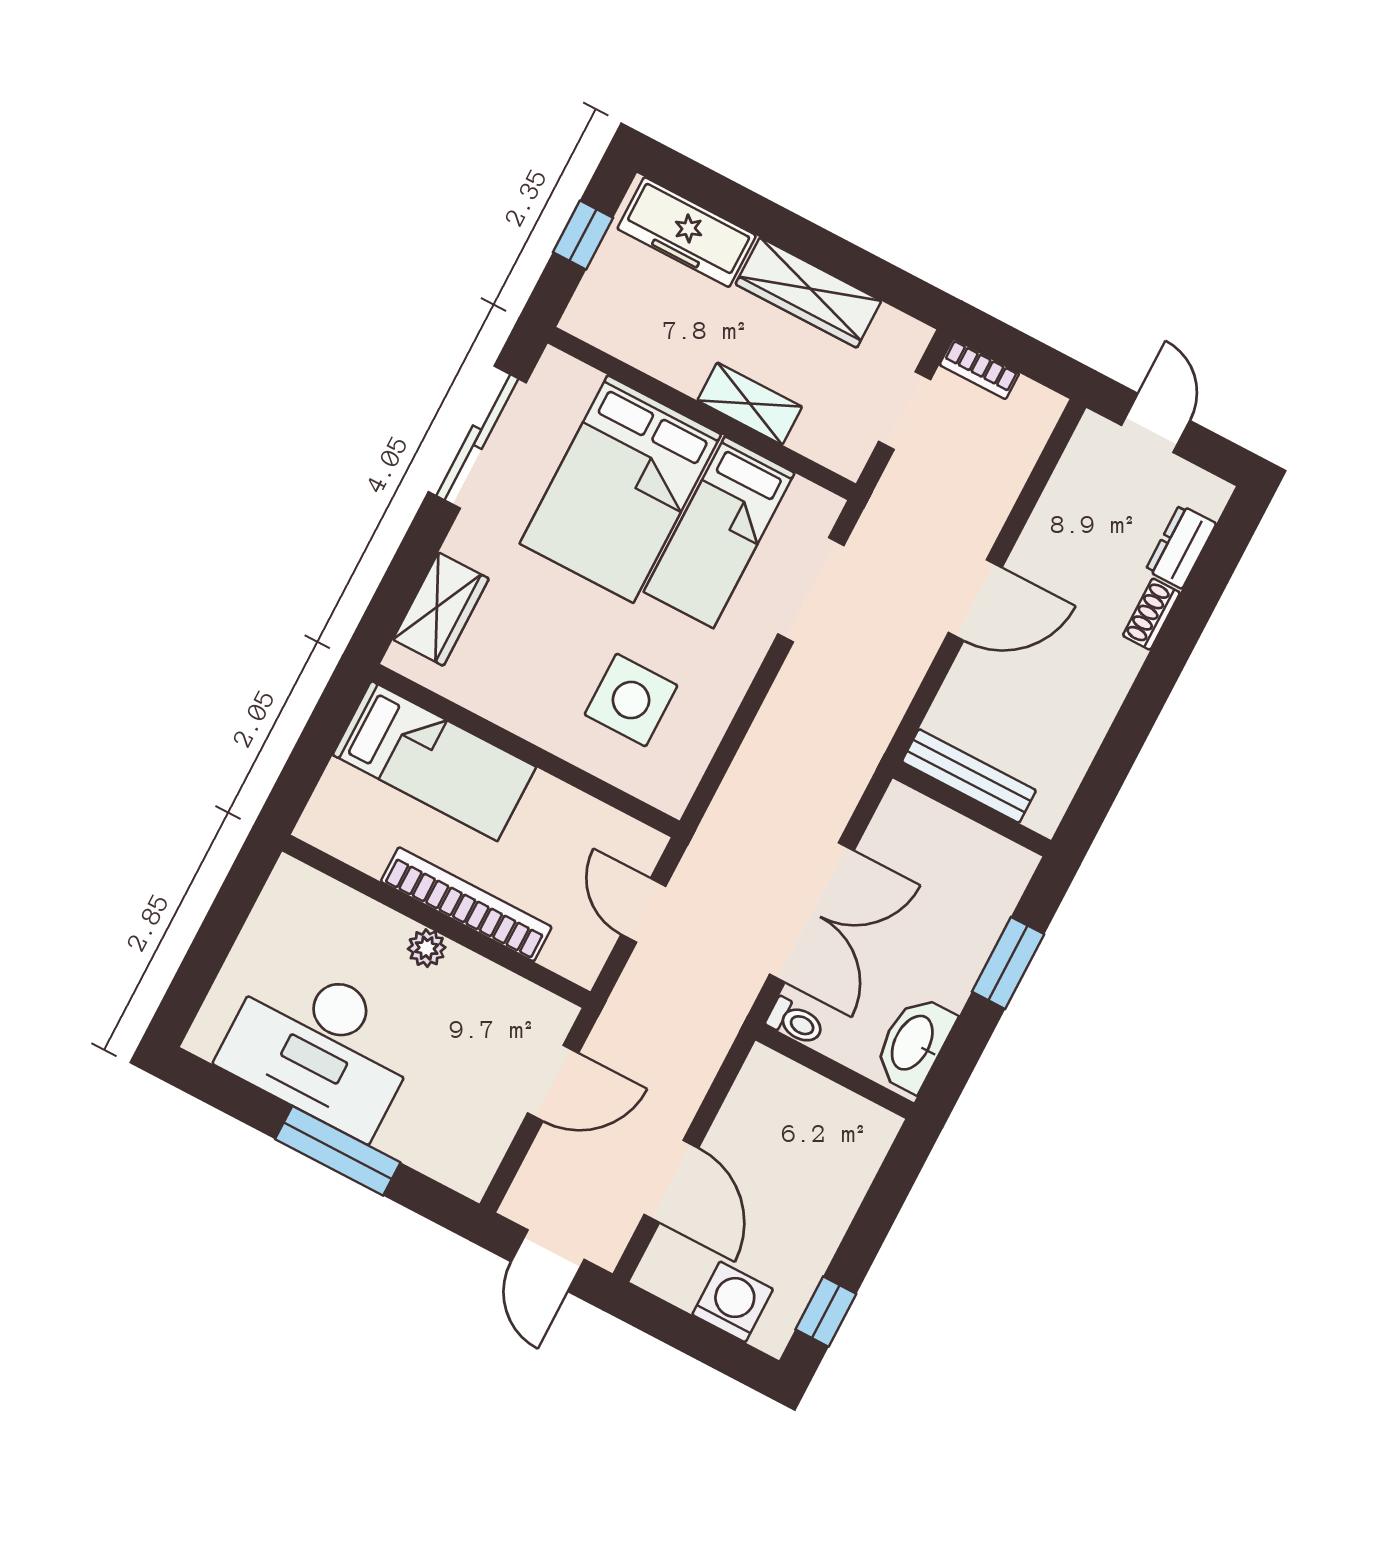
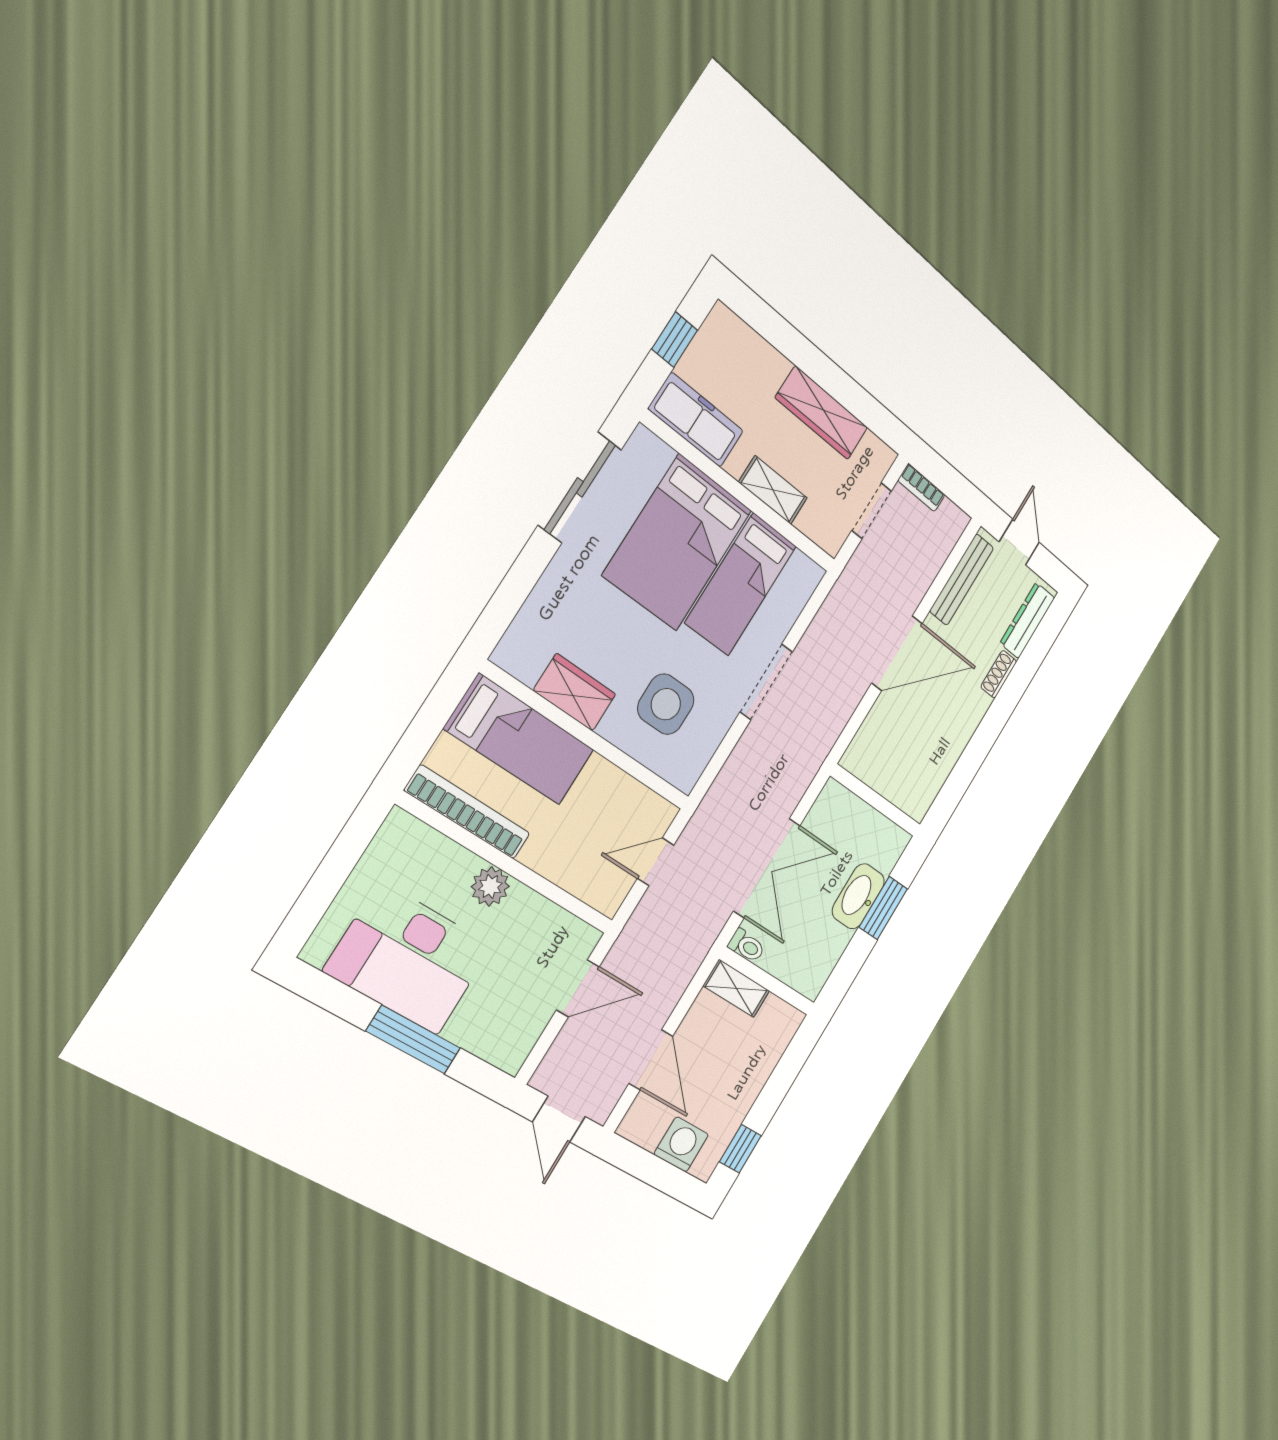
freezer: (687, 232) -> (696, 420), moved, turned 180
dresser: (1181, 547) -> (1027, 620), width x1.44
doorway: (811, 590) -> (766, 682), moved
door: (975, 600) -> (897, 653), width x1.36
wardrobe: (441, 609) -> (575, 692), moved, turned -90
bench: (969, 776) -> (962, 580), moved, turned 90
bookcase: (466, 904) -> (468, 812), moved
door: (643, 910) -> (656, 862), hinge flipped
plant: (427, 948) -> (490, 886), width x1.38, depth x1.38
washbasin: (914, 1043) -> (858, 896), moved
shelving: (788, 1082) -> (736, 988), added

